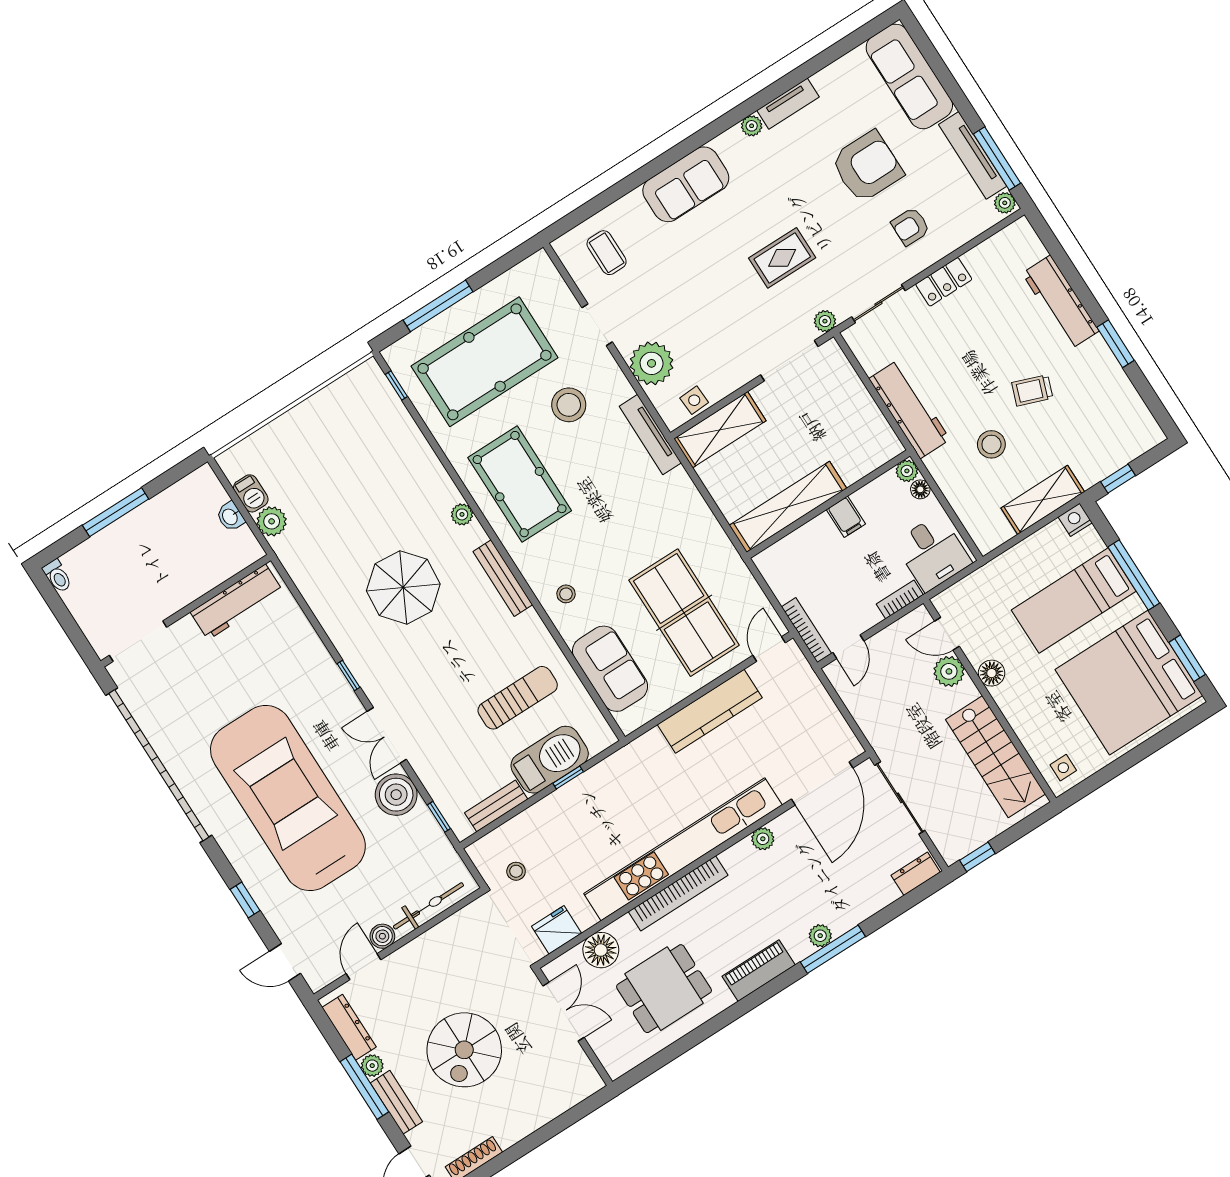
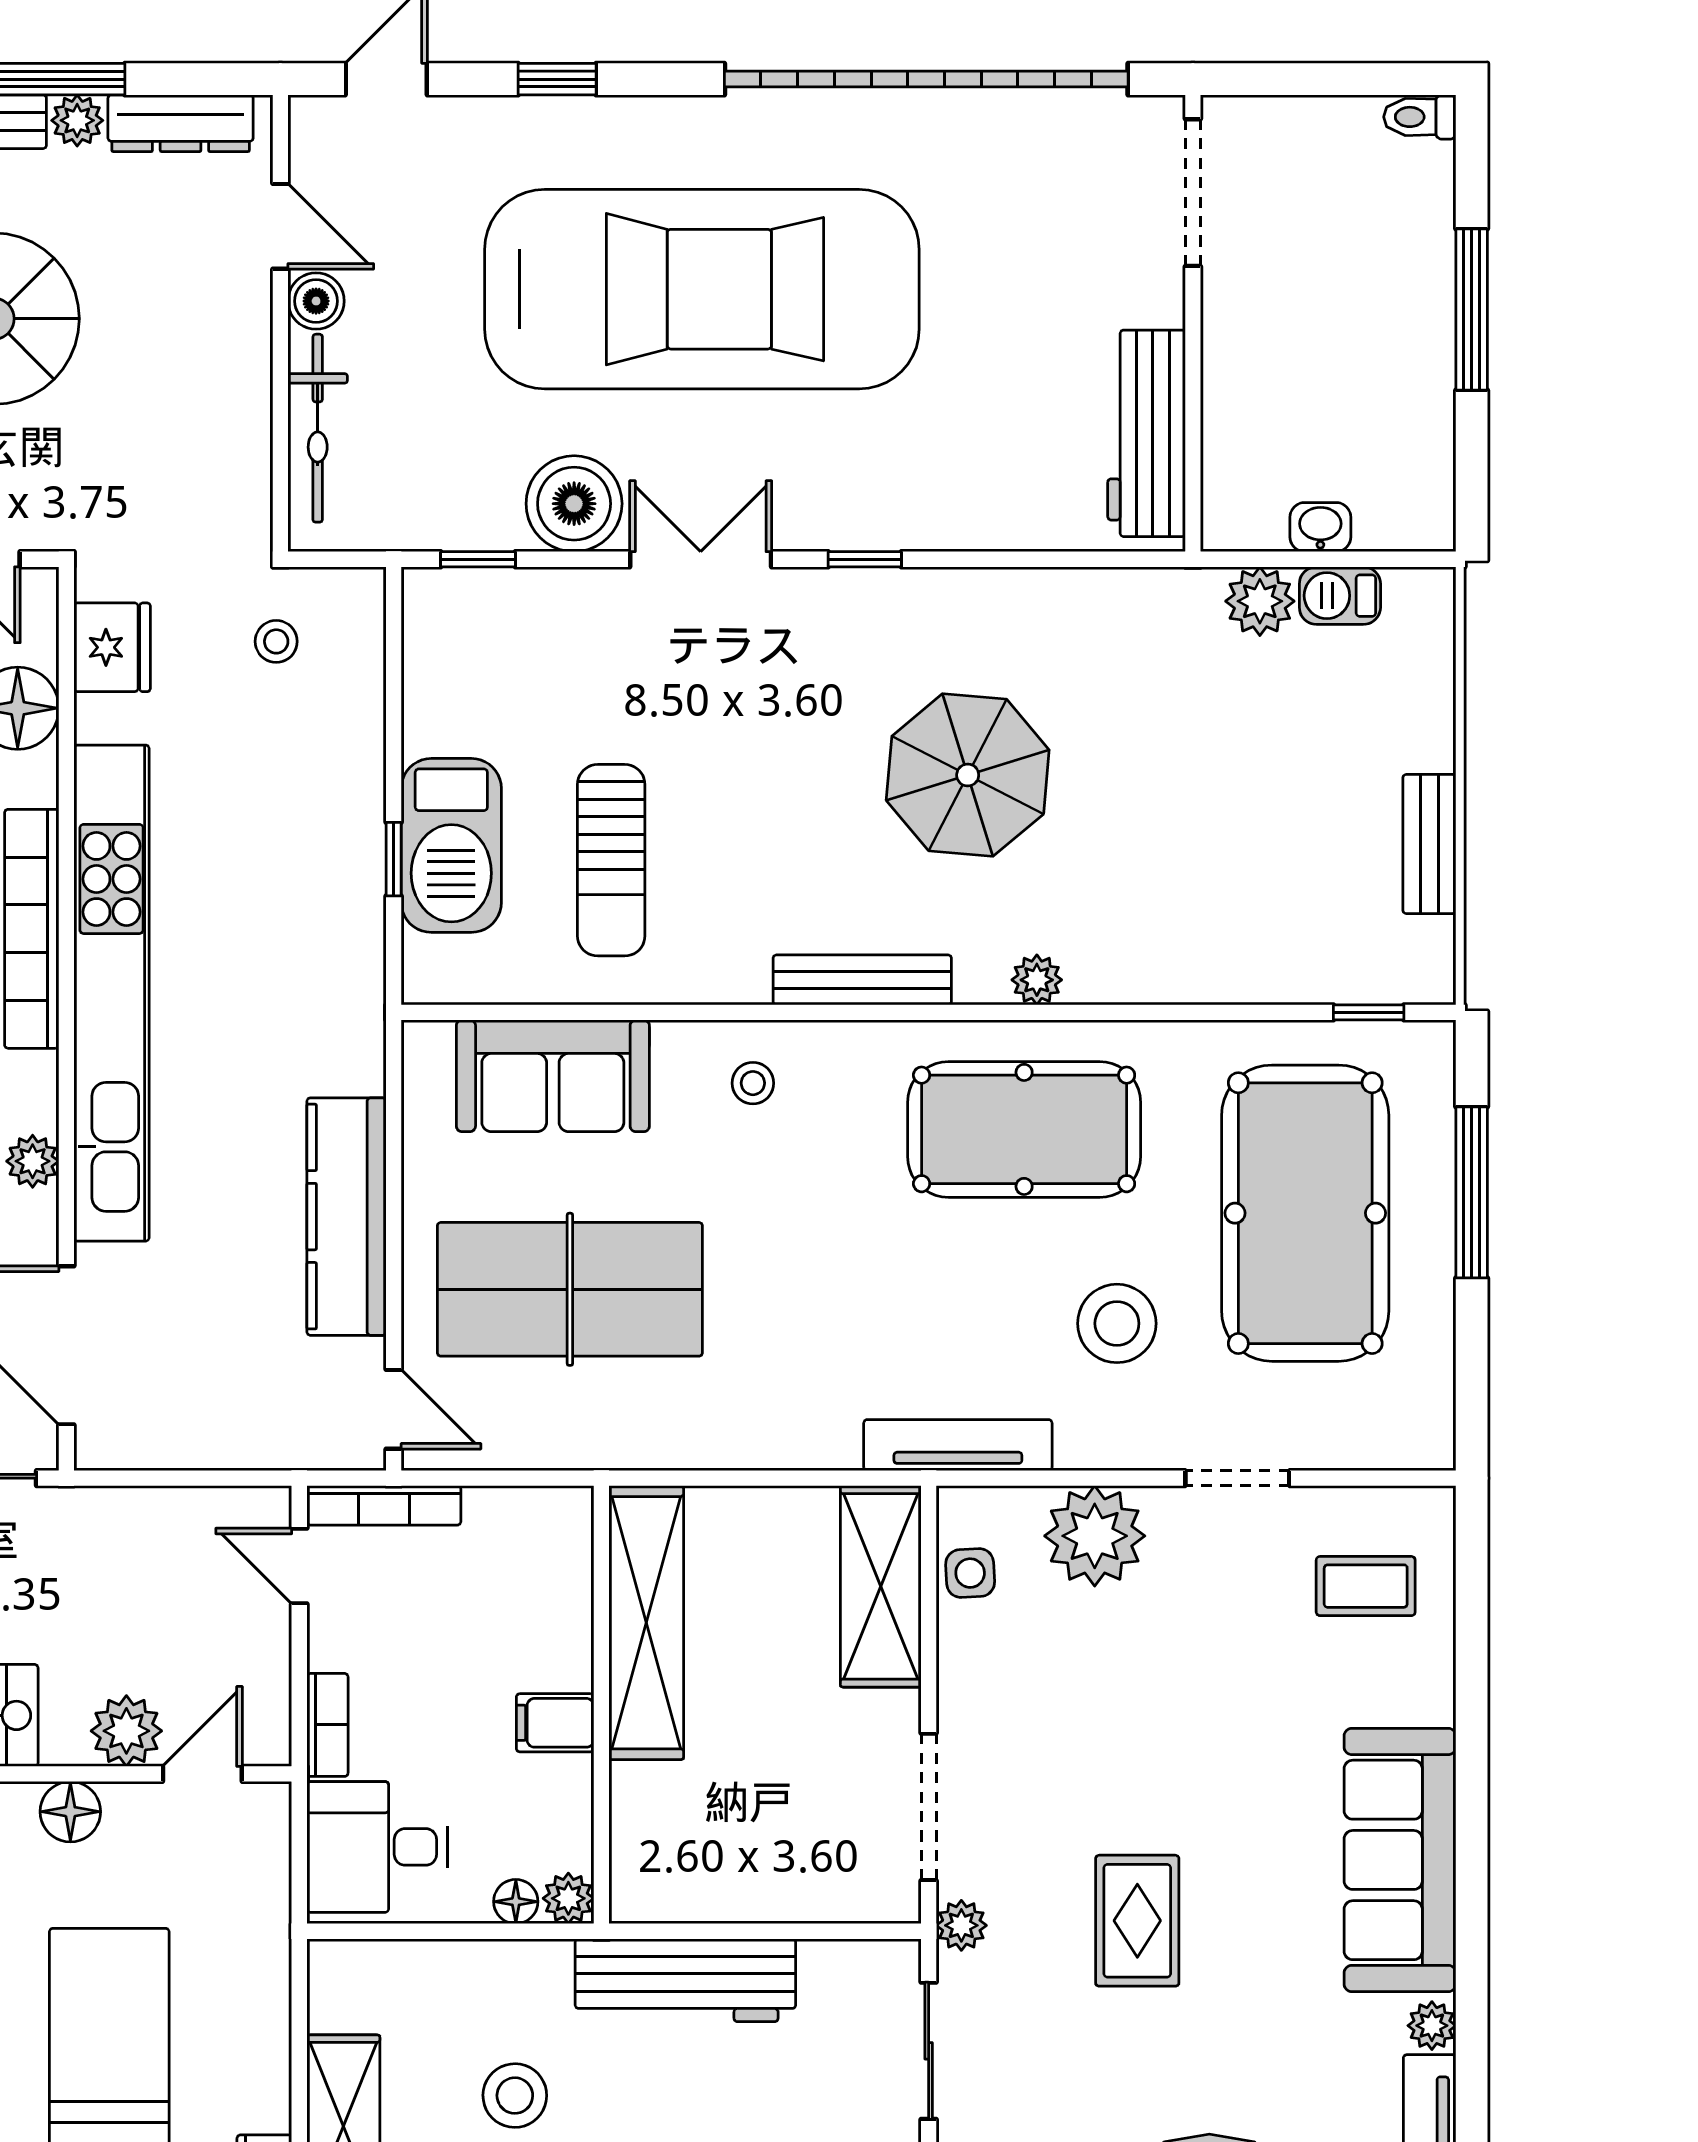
sofa: (686, 184) -> (1400, 1860), width x1.36
bench: (496, 806) -> (1429, 844), moved

